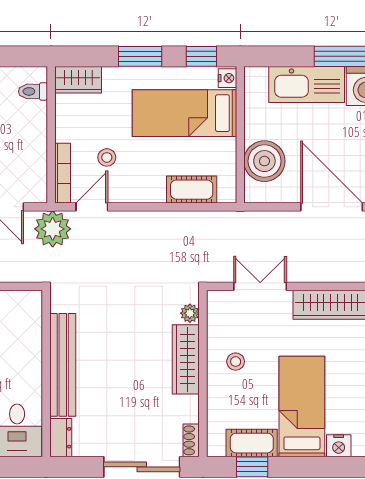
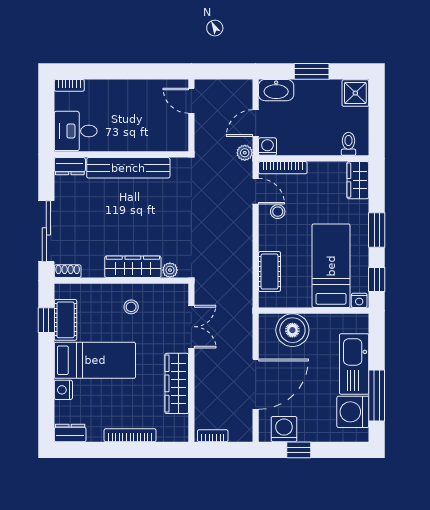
stool: (107, 157) -> (278, 212), moved
washing machine: (36, 192) -> (267, 147), added
plant: (53, 229) -> (245, 153), width x0.53, depth x0.53

